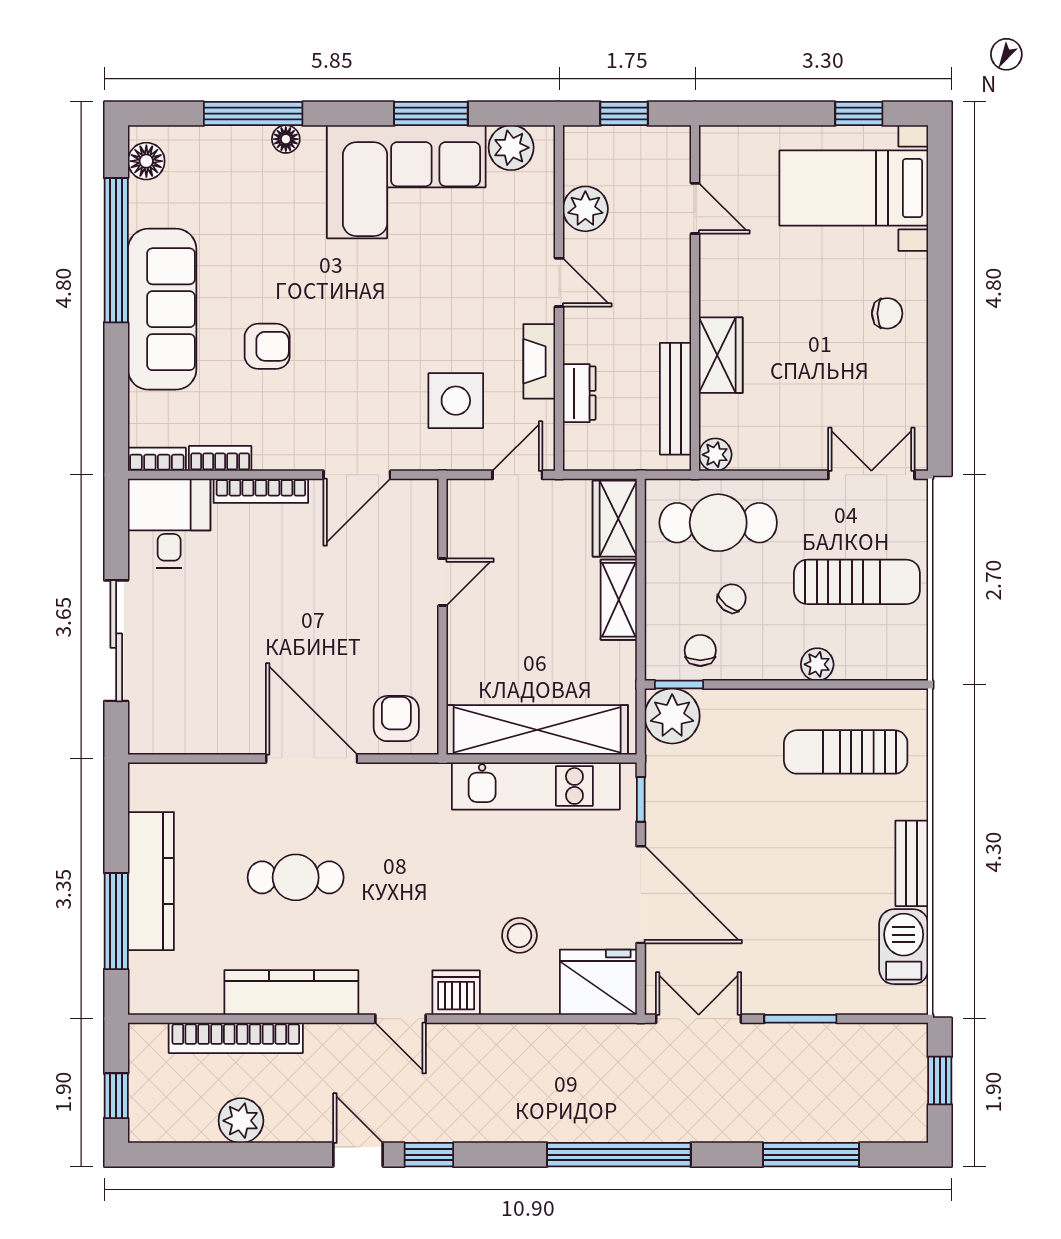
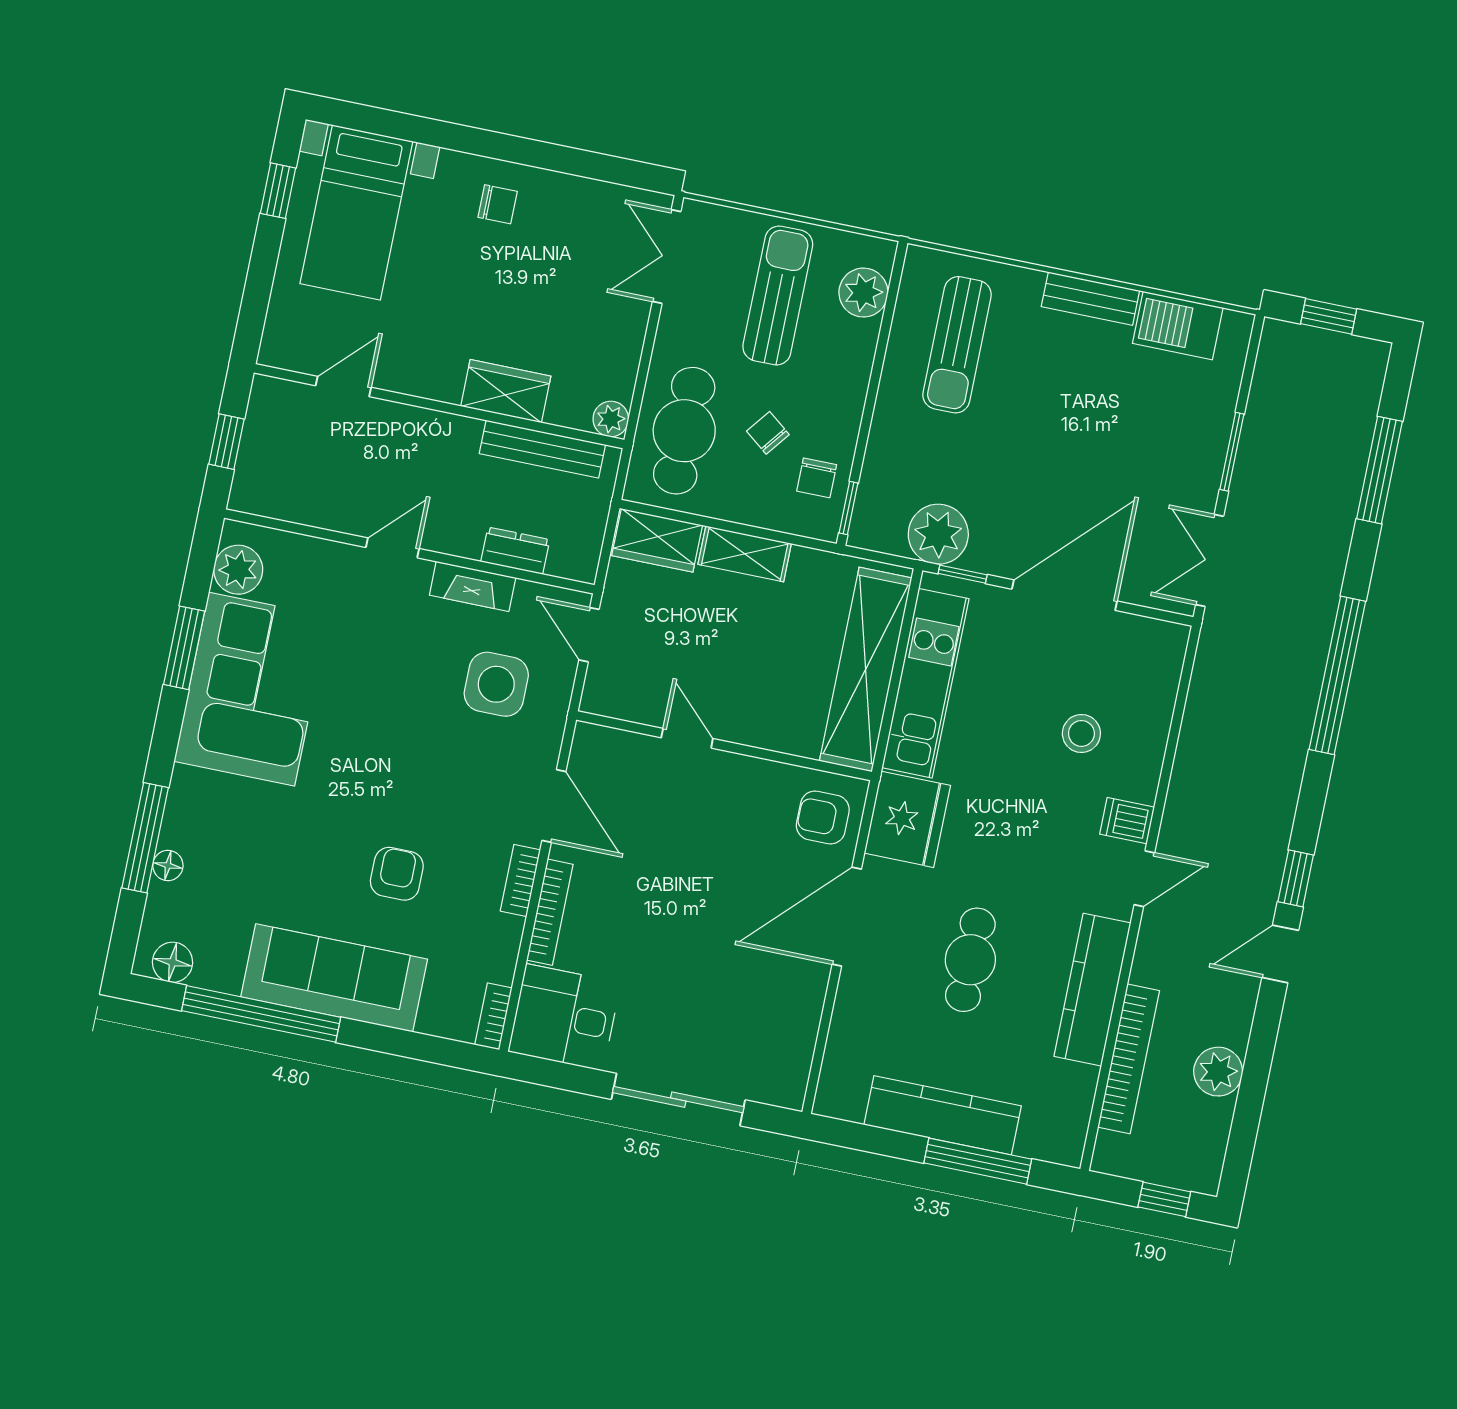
floor lamp: (286, 139) -> (168, 865), moved
plant: (585, 209) -> (320, 504), removed
chair: (887, 313) -> (498, 204), turned 90
bookcase: (220, 458) -> (520, 880), moved
chair: (700, 650) -> (817, 478), turned -90
plant: (817, 664) -> (863, 293), moved, width x1.38, depth x1.38
plant: (672, 716) -> (938, 534), moved
fridge: (598, 982) -> (907, 819), moved, turned 180
dishwasher: (456, 993) -> (1127, 821), width x0.73

